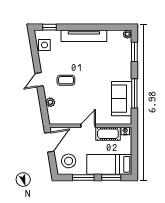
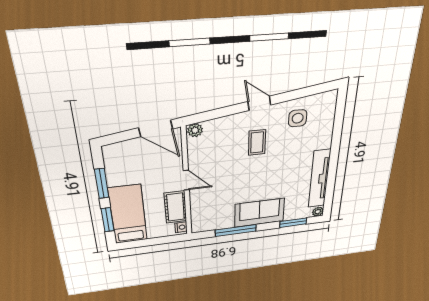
window: (49, 27) -> (340, 111), removed
tv unit: (84, 36) -> (319, 179), moved
side table: (44, 45) -> (298, 118), moved
sofa: (122, 99) -> (259, 213), moved
plant: (50, 102) -> (195, 130), moved
stool: (69, 161) -> (127, 160), removed

